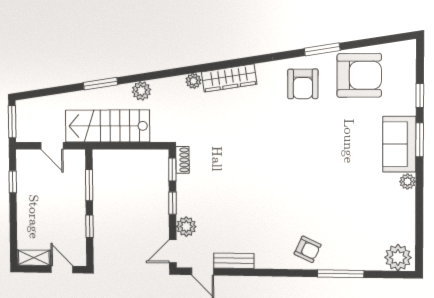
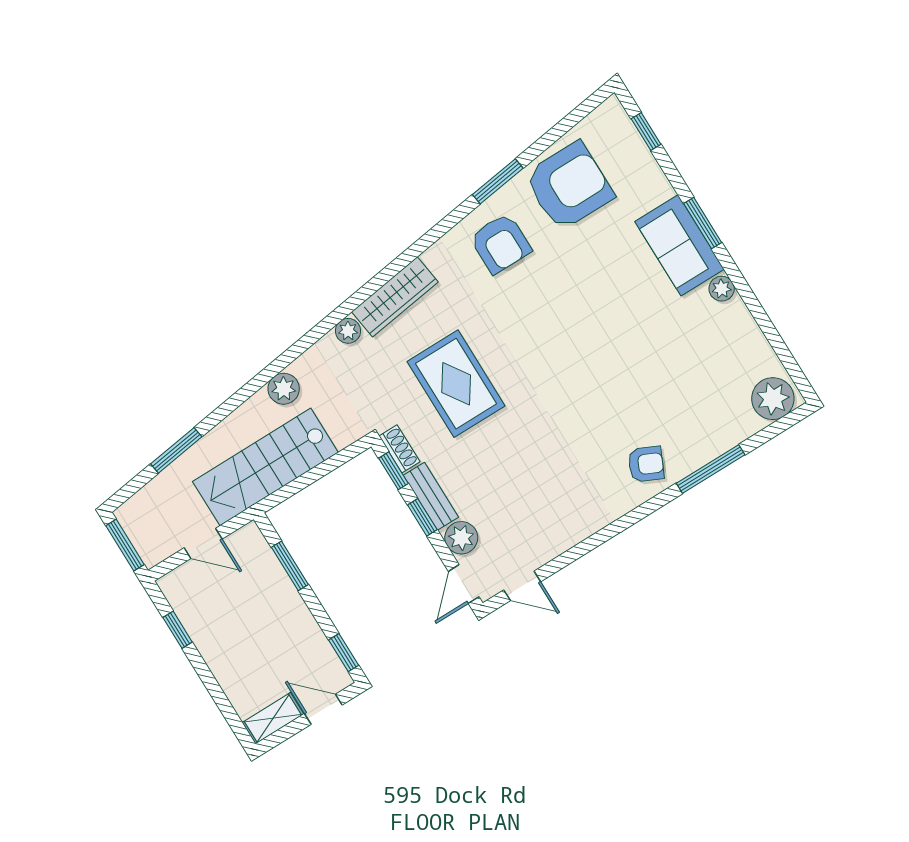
window: (100, 84) -> (176, 450), moved
window: (420, 96) -> (646, 132), moved
rug: (233, 144) -> (456, 384), added
window: (90, 226) -> (344, 653), moved
bench: (234, 261) -> (431, 496), moved, turned 90

